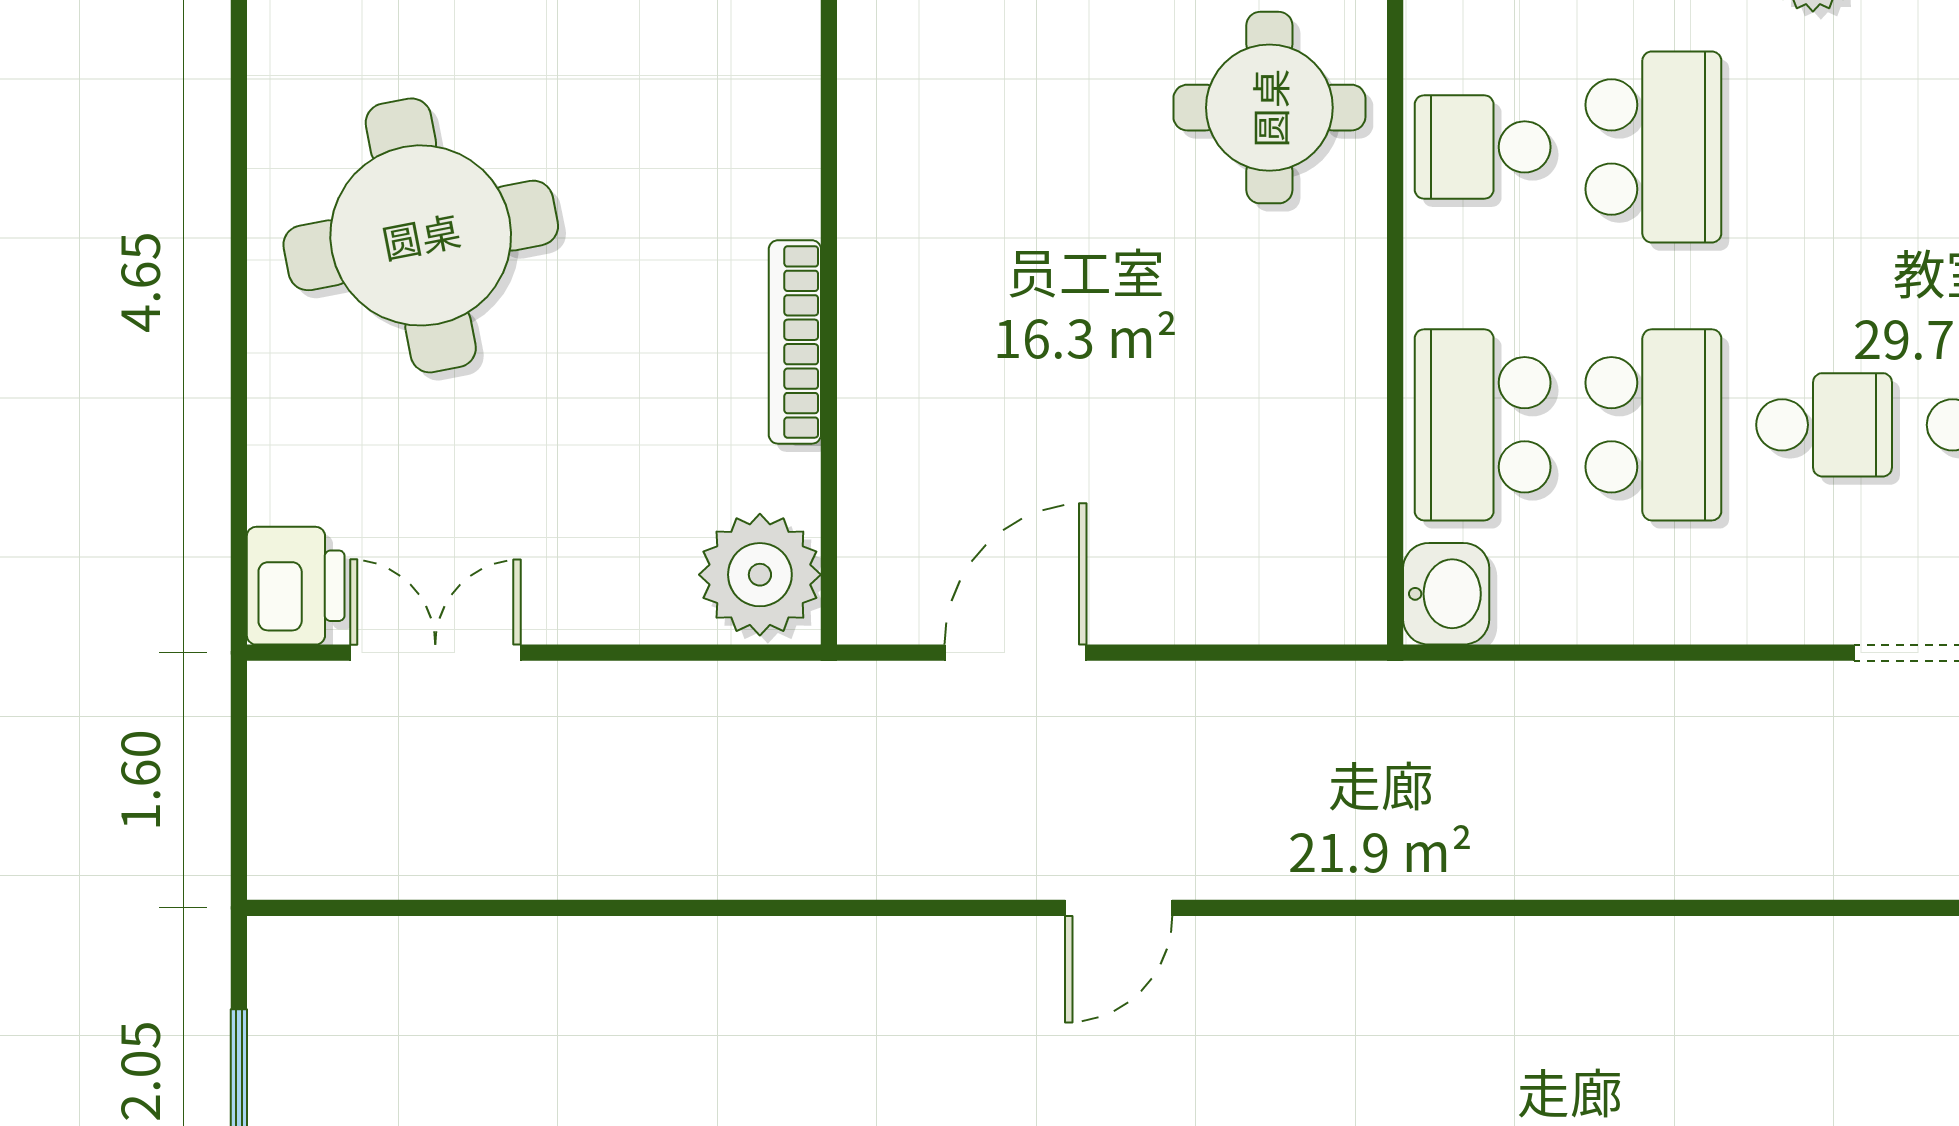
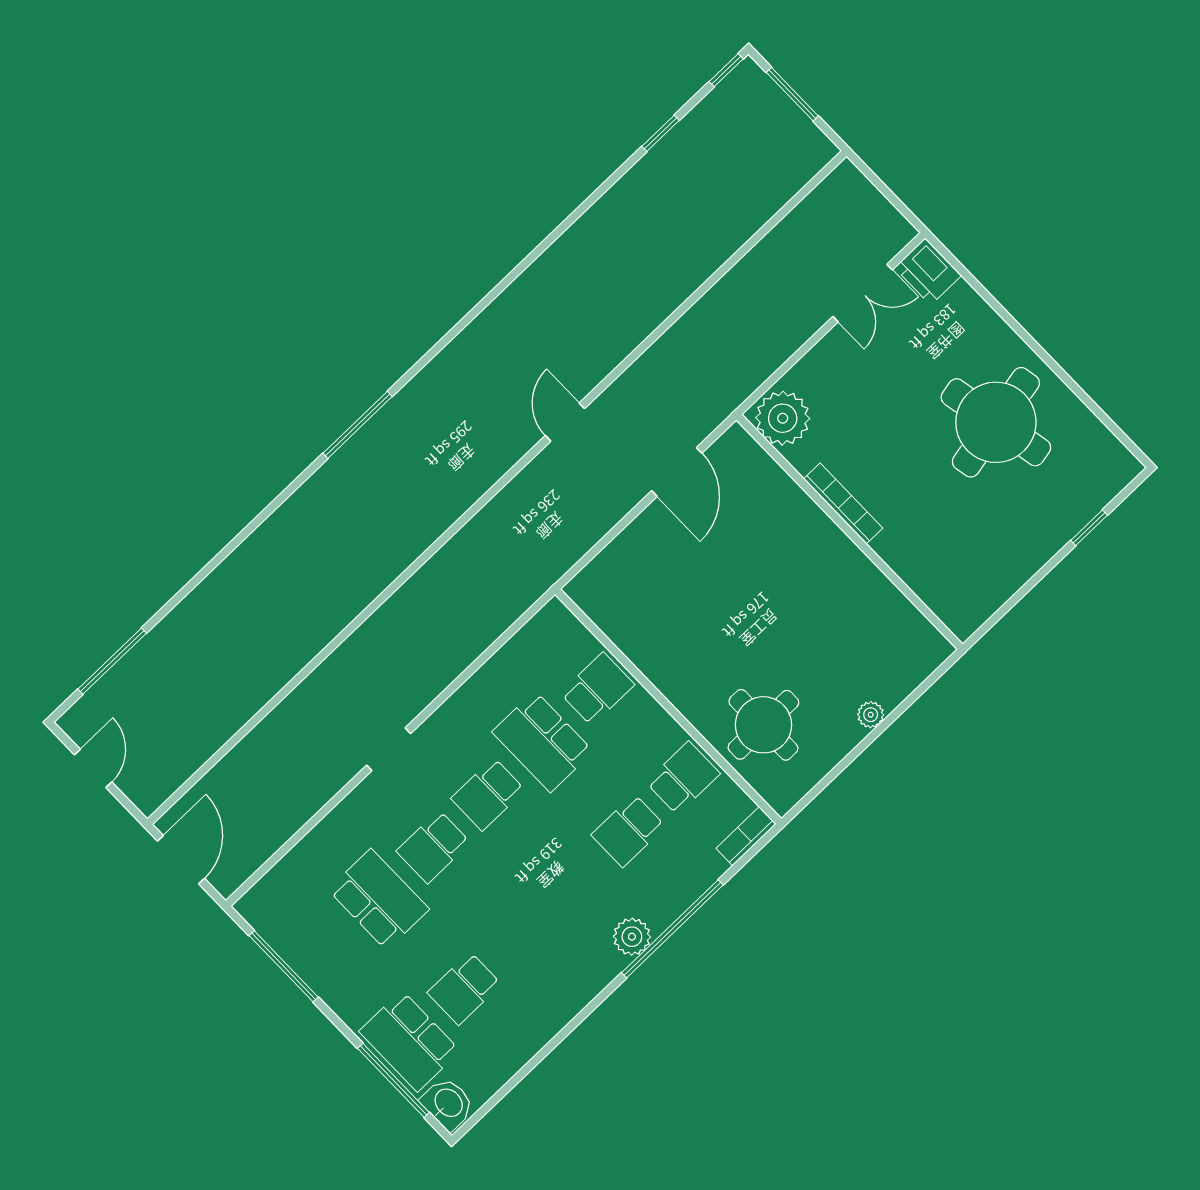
school desk: (1653, 147) -> (628, 831), width x0.54
school desk: (1483, 425) -> (597, 689), width x0.54
washbasin: (1446, 594) -> (557, 624), removed

